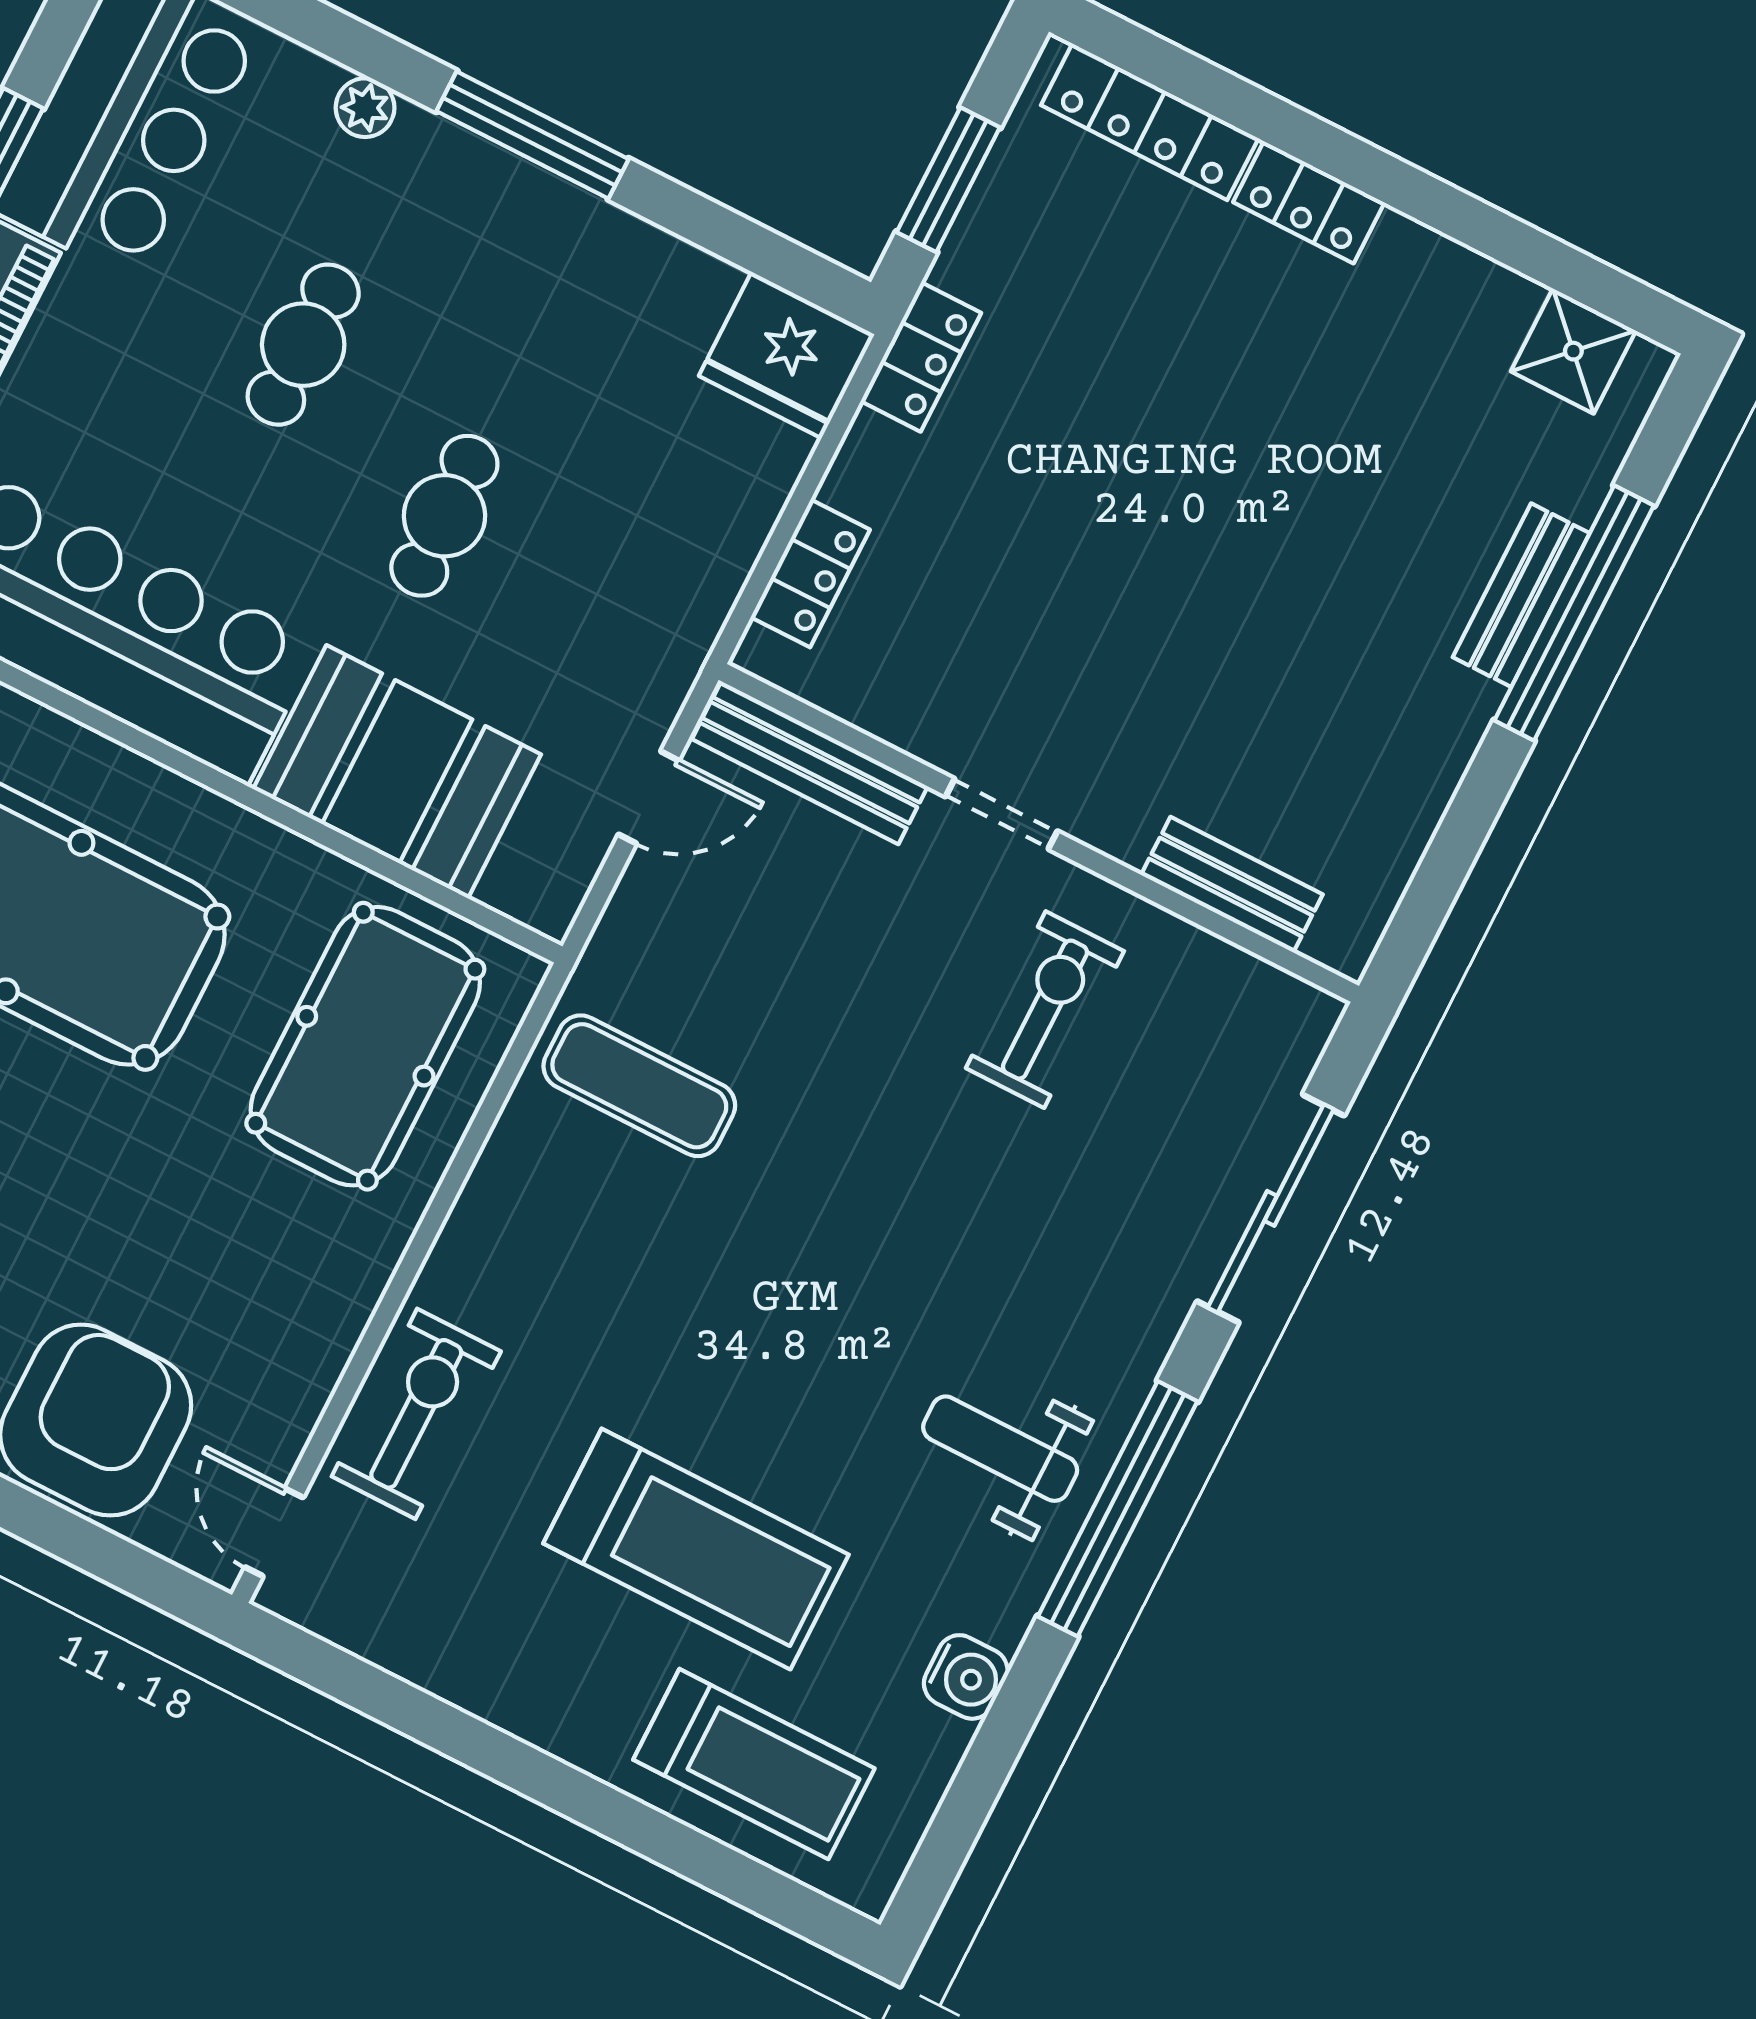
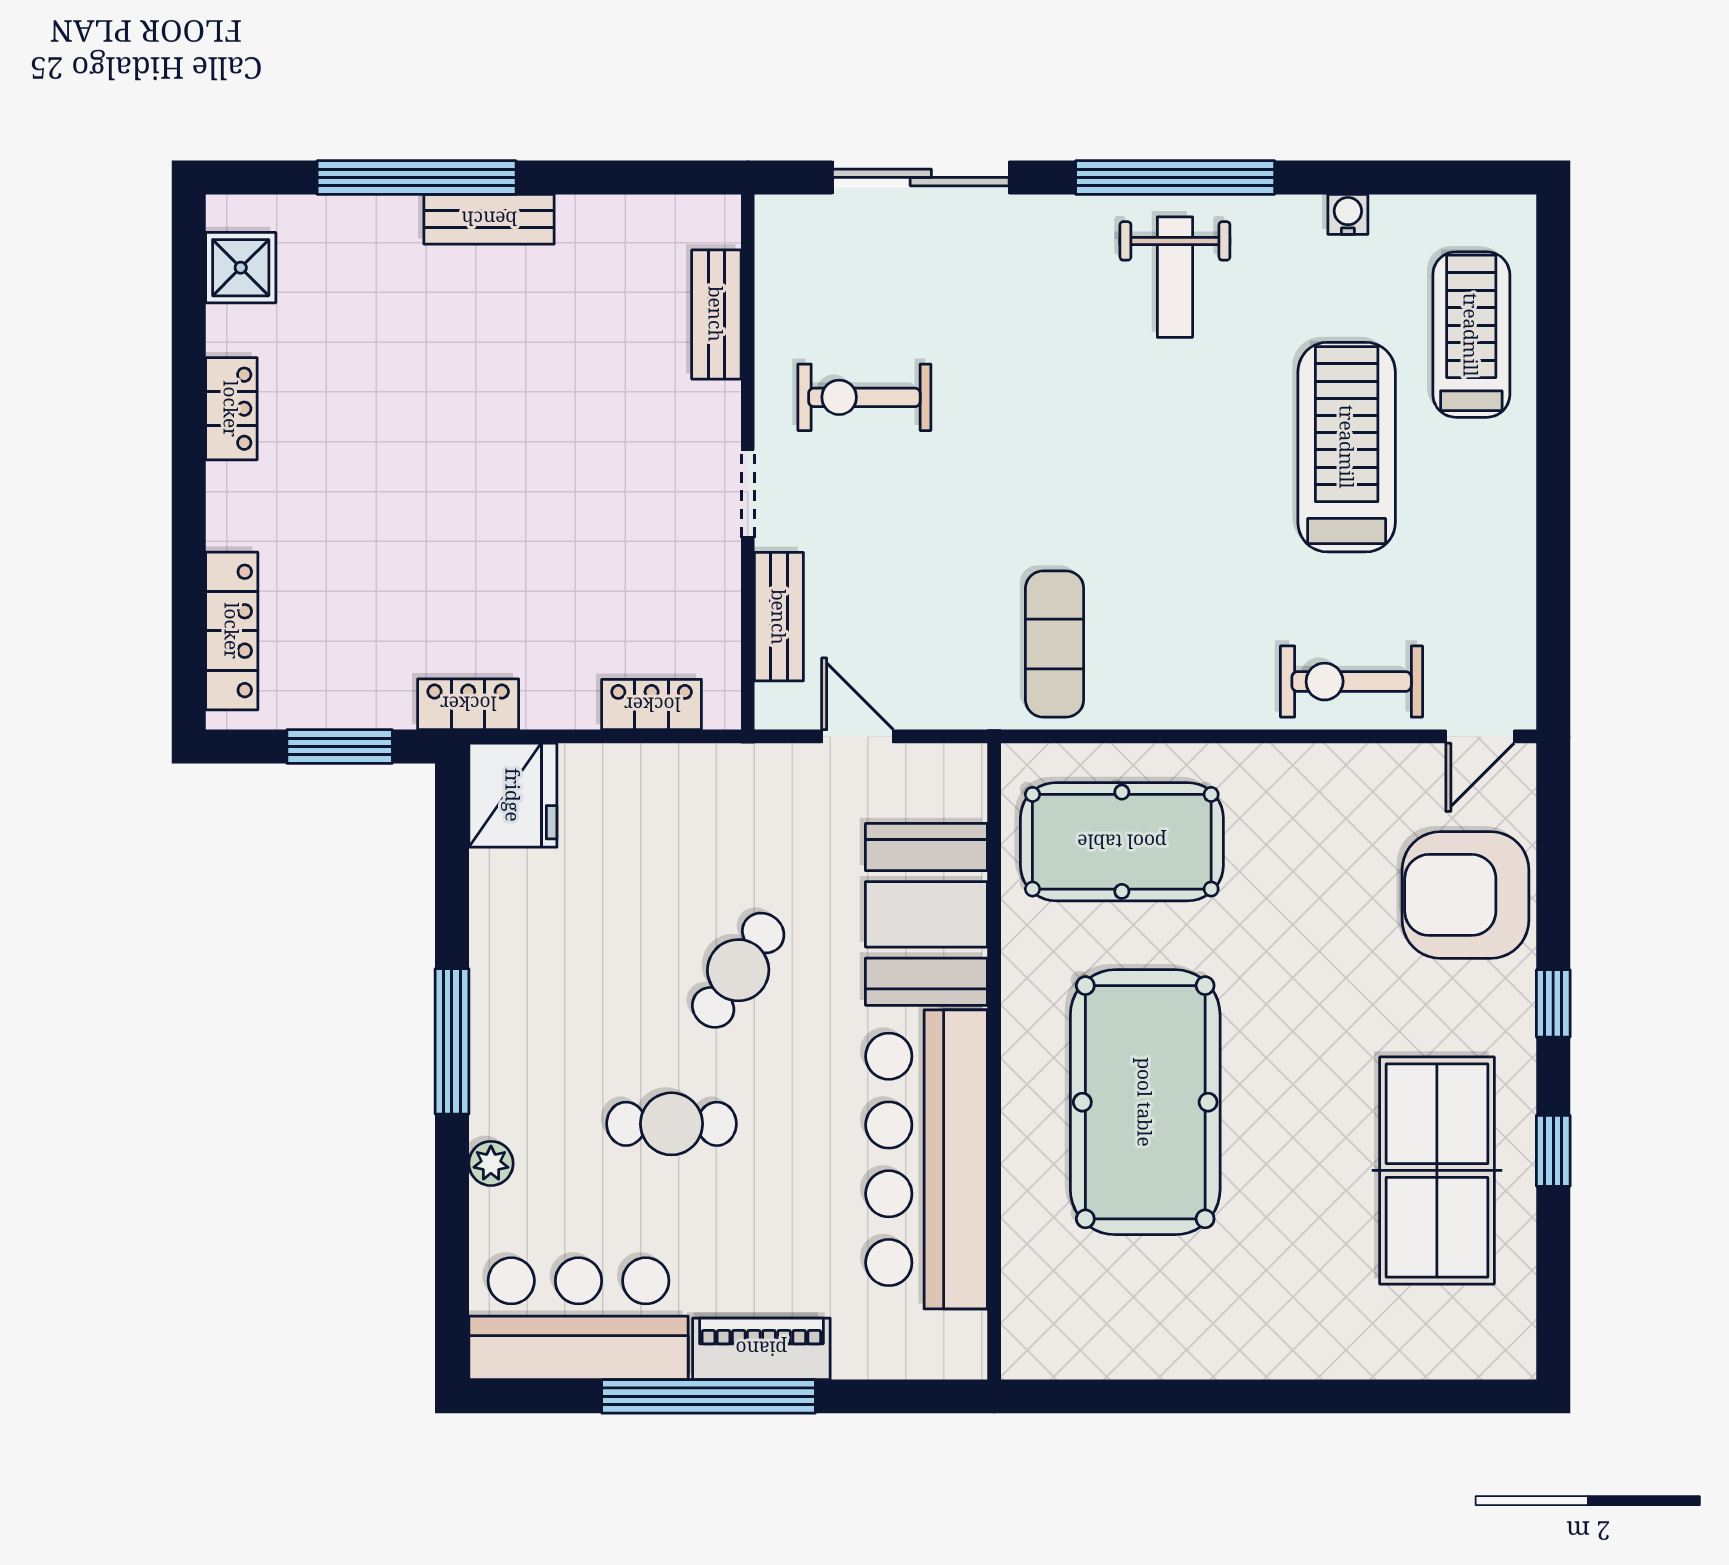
locker: (1309, 202) -> (231, 409), moved
cafe table: (444, 516) -> (738, 970), turned -54
bench: (1521, 595) -> (489, 219), moved
bench: (810, 763) -> (779, 617), width x0.73
water cooler: (966, 1677) -> (1348, 214), width x0.72, depth x0.72

